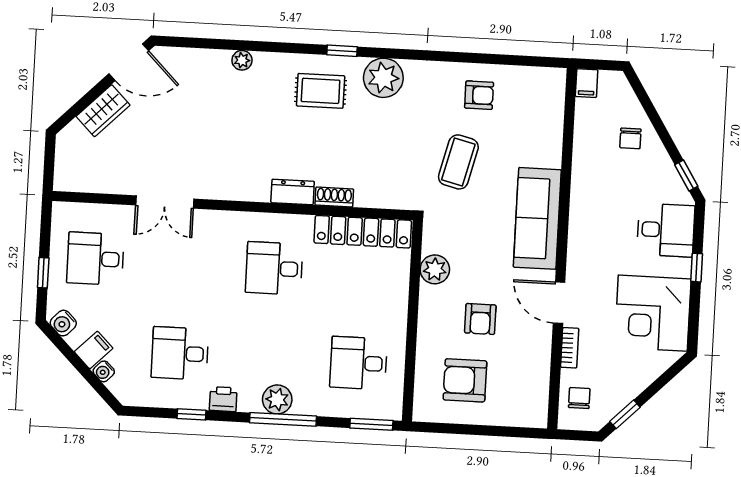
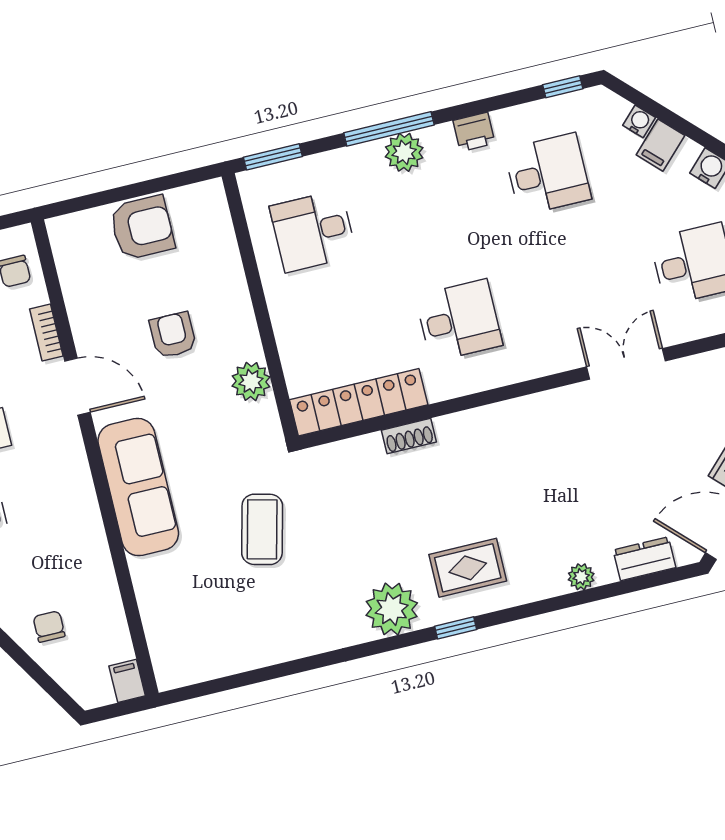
armchair: (479, 95) -> (261, 624), removed
dresser: (293, 192) -> (644, 559), moved, turned 180
desk: (359, 363) -> (313, 231), turned 180
armchair: (465, 380) -> (142, 228), moved
window: (192, 414) -> (563, 87), moved

